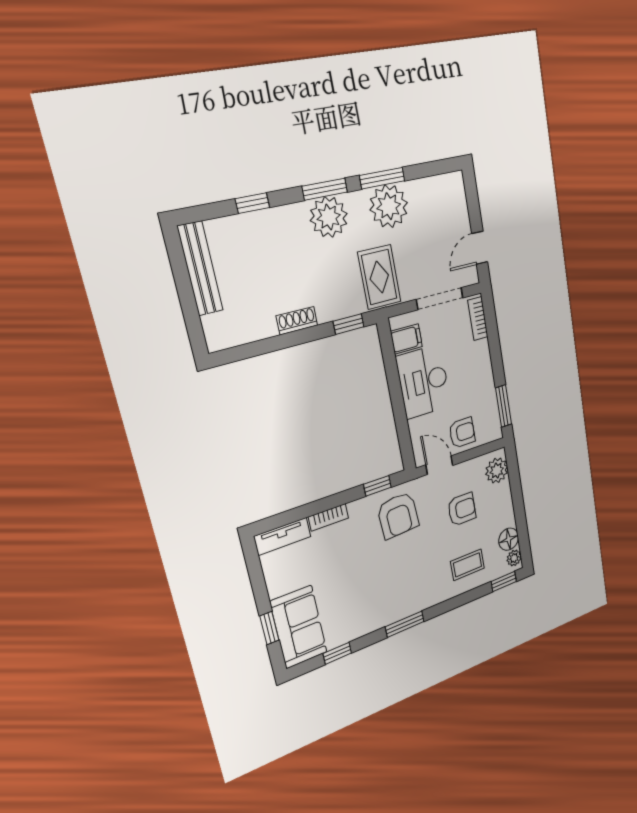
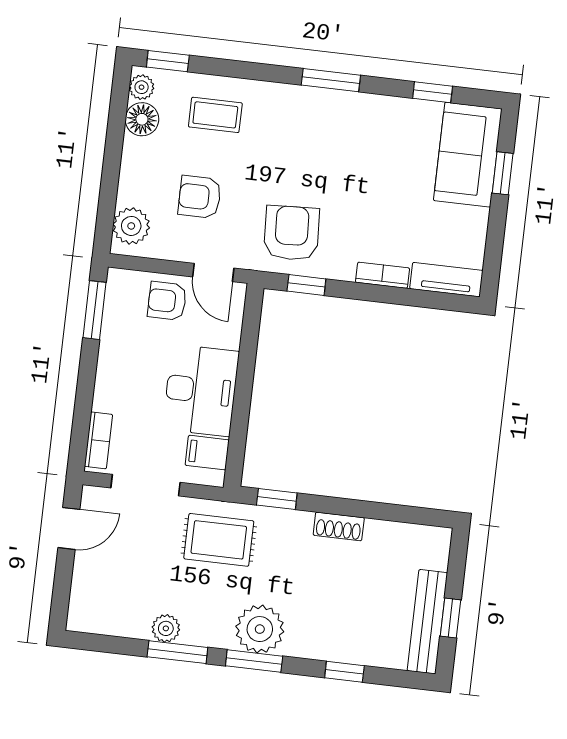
plant: (389, 206) -> (166, 628), width x0.53, depth x0.53
rug: (379, 277) -> (219, 540), turned 90
window: (182, 279) -> (450, 618), added

